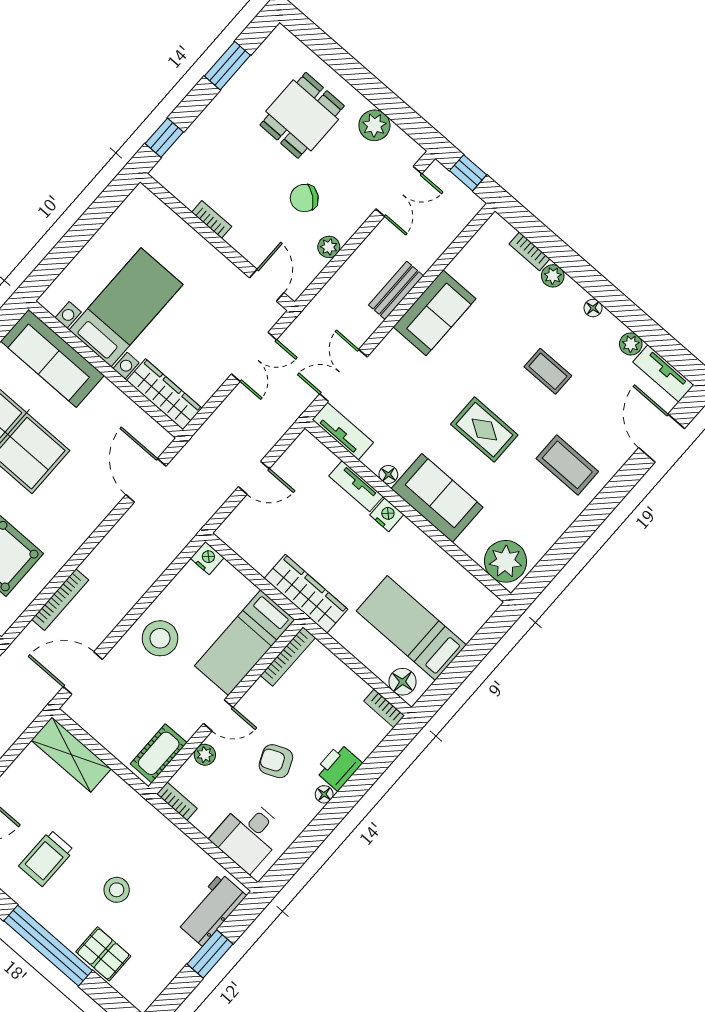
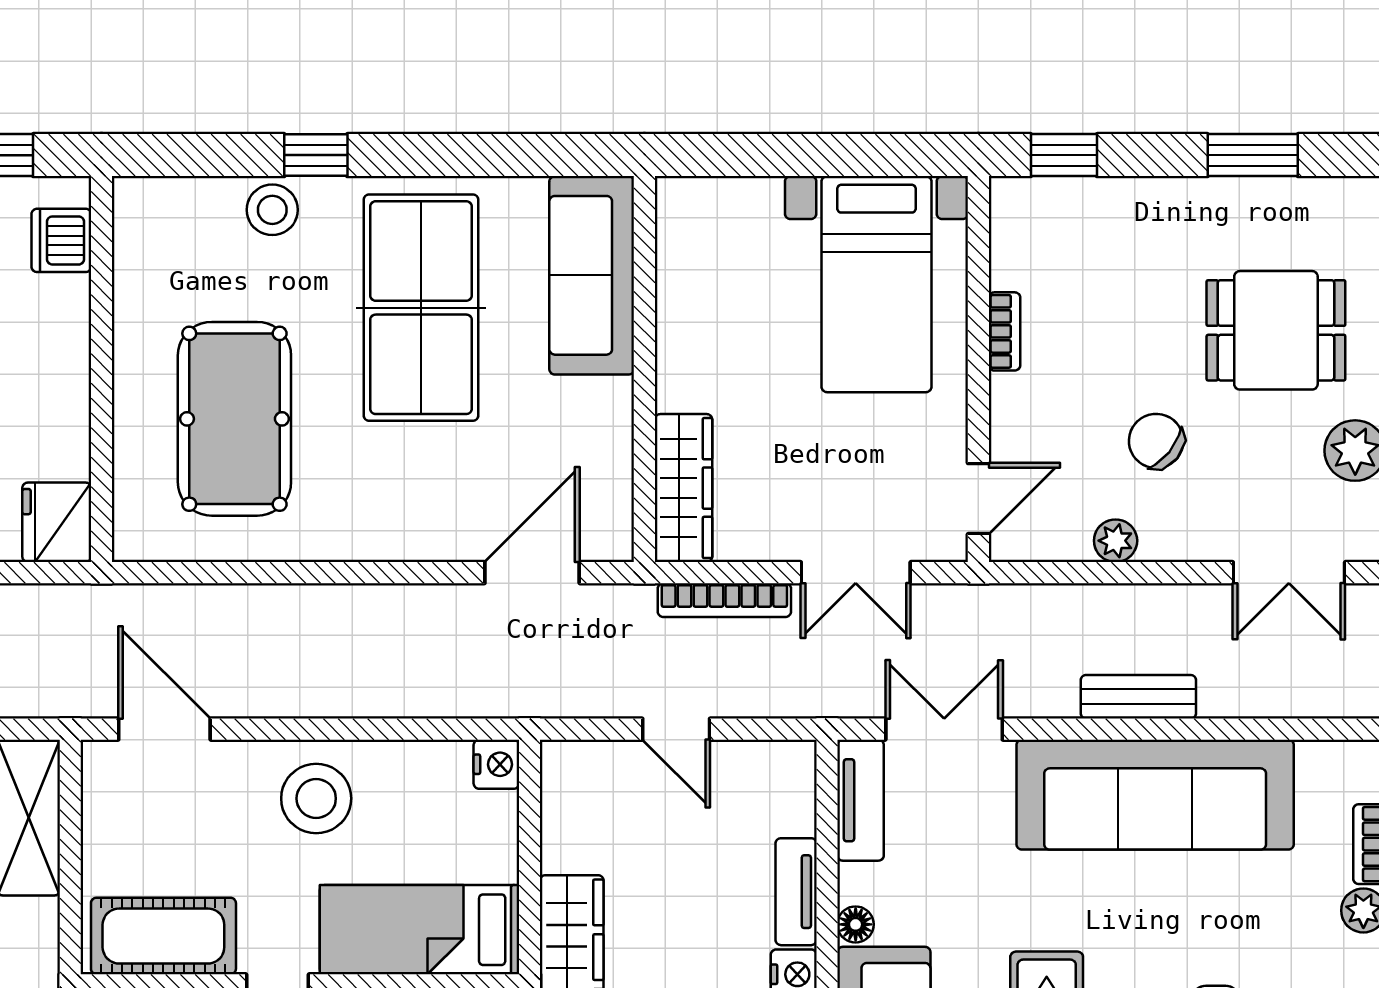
bed with nightstands: (126, 307) -> (877, 284), moved, turned 90
sofa: (434, 313) -> (1155, 795), width x1.85, depth x1.27
bookcase: (60, 600) -> (724, 600), moved
cot: (159, 753) -> (163, 936), width x1.37, depth x1.34

